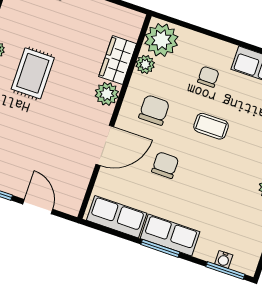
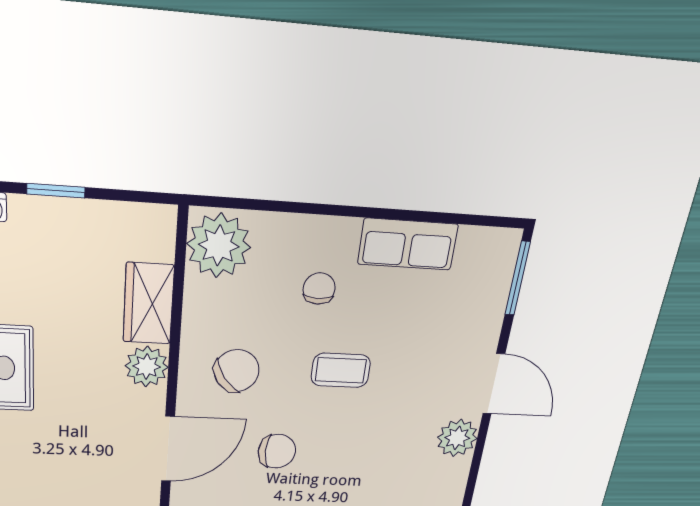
plant: (145, 64) -> (201, 298), removed
chair: (154, 110) -> (237, 371), turned 54
chair: (165, 165) -> (277, 451), turned 90

